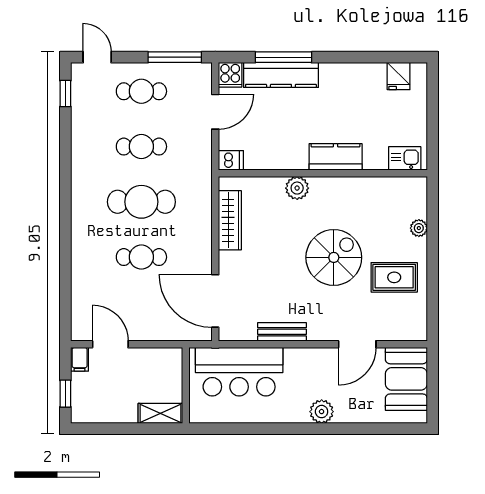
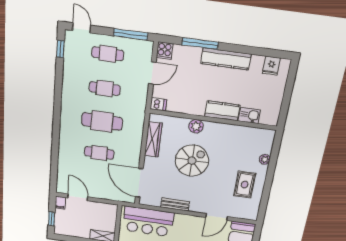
kitchen counter: (281, 75) -> (226, 59), moved
kitchen sink: (405, 158) -> (249, 115), moved
spiral stairs: (334, 257) -> (192, 161), moved
rug: (394, 277) -> (245, 185), turned 90

